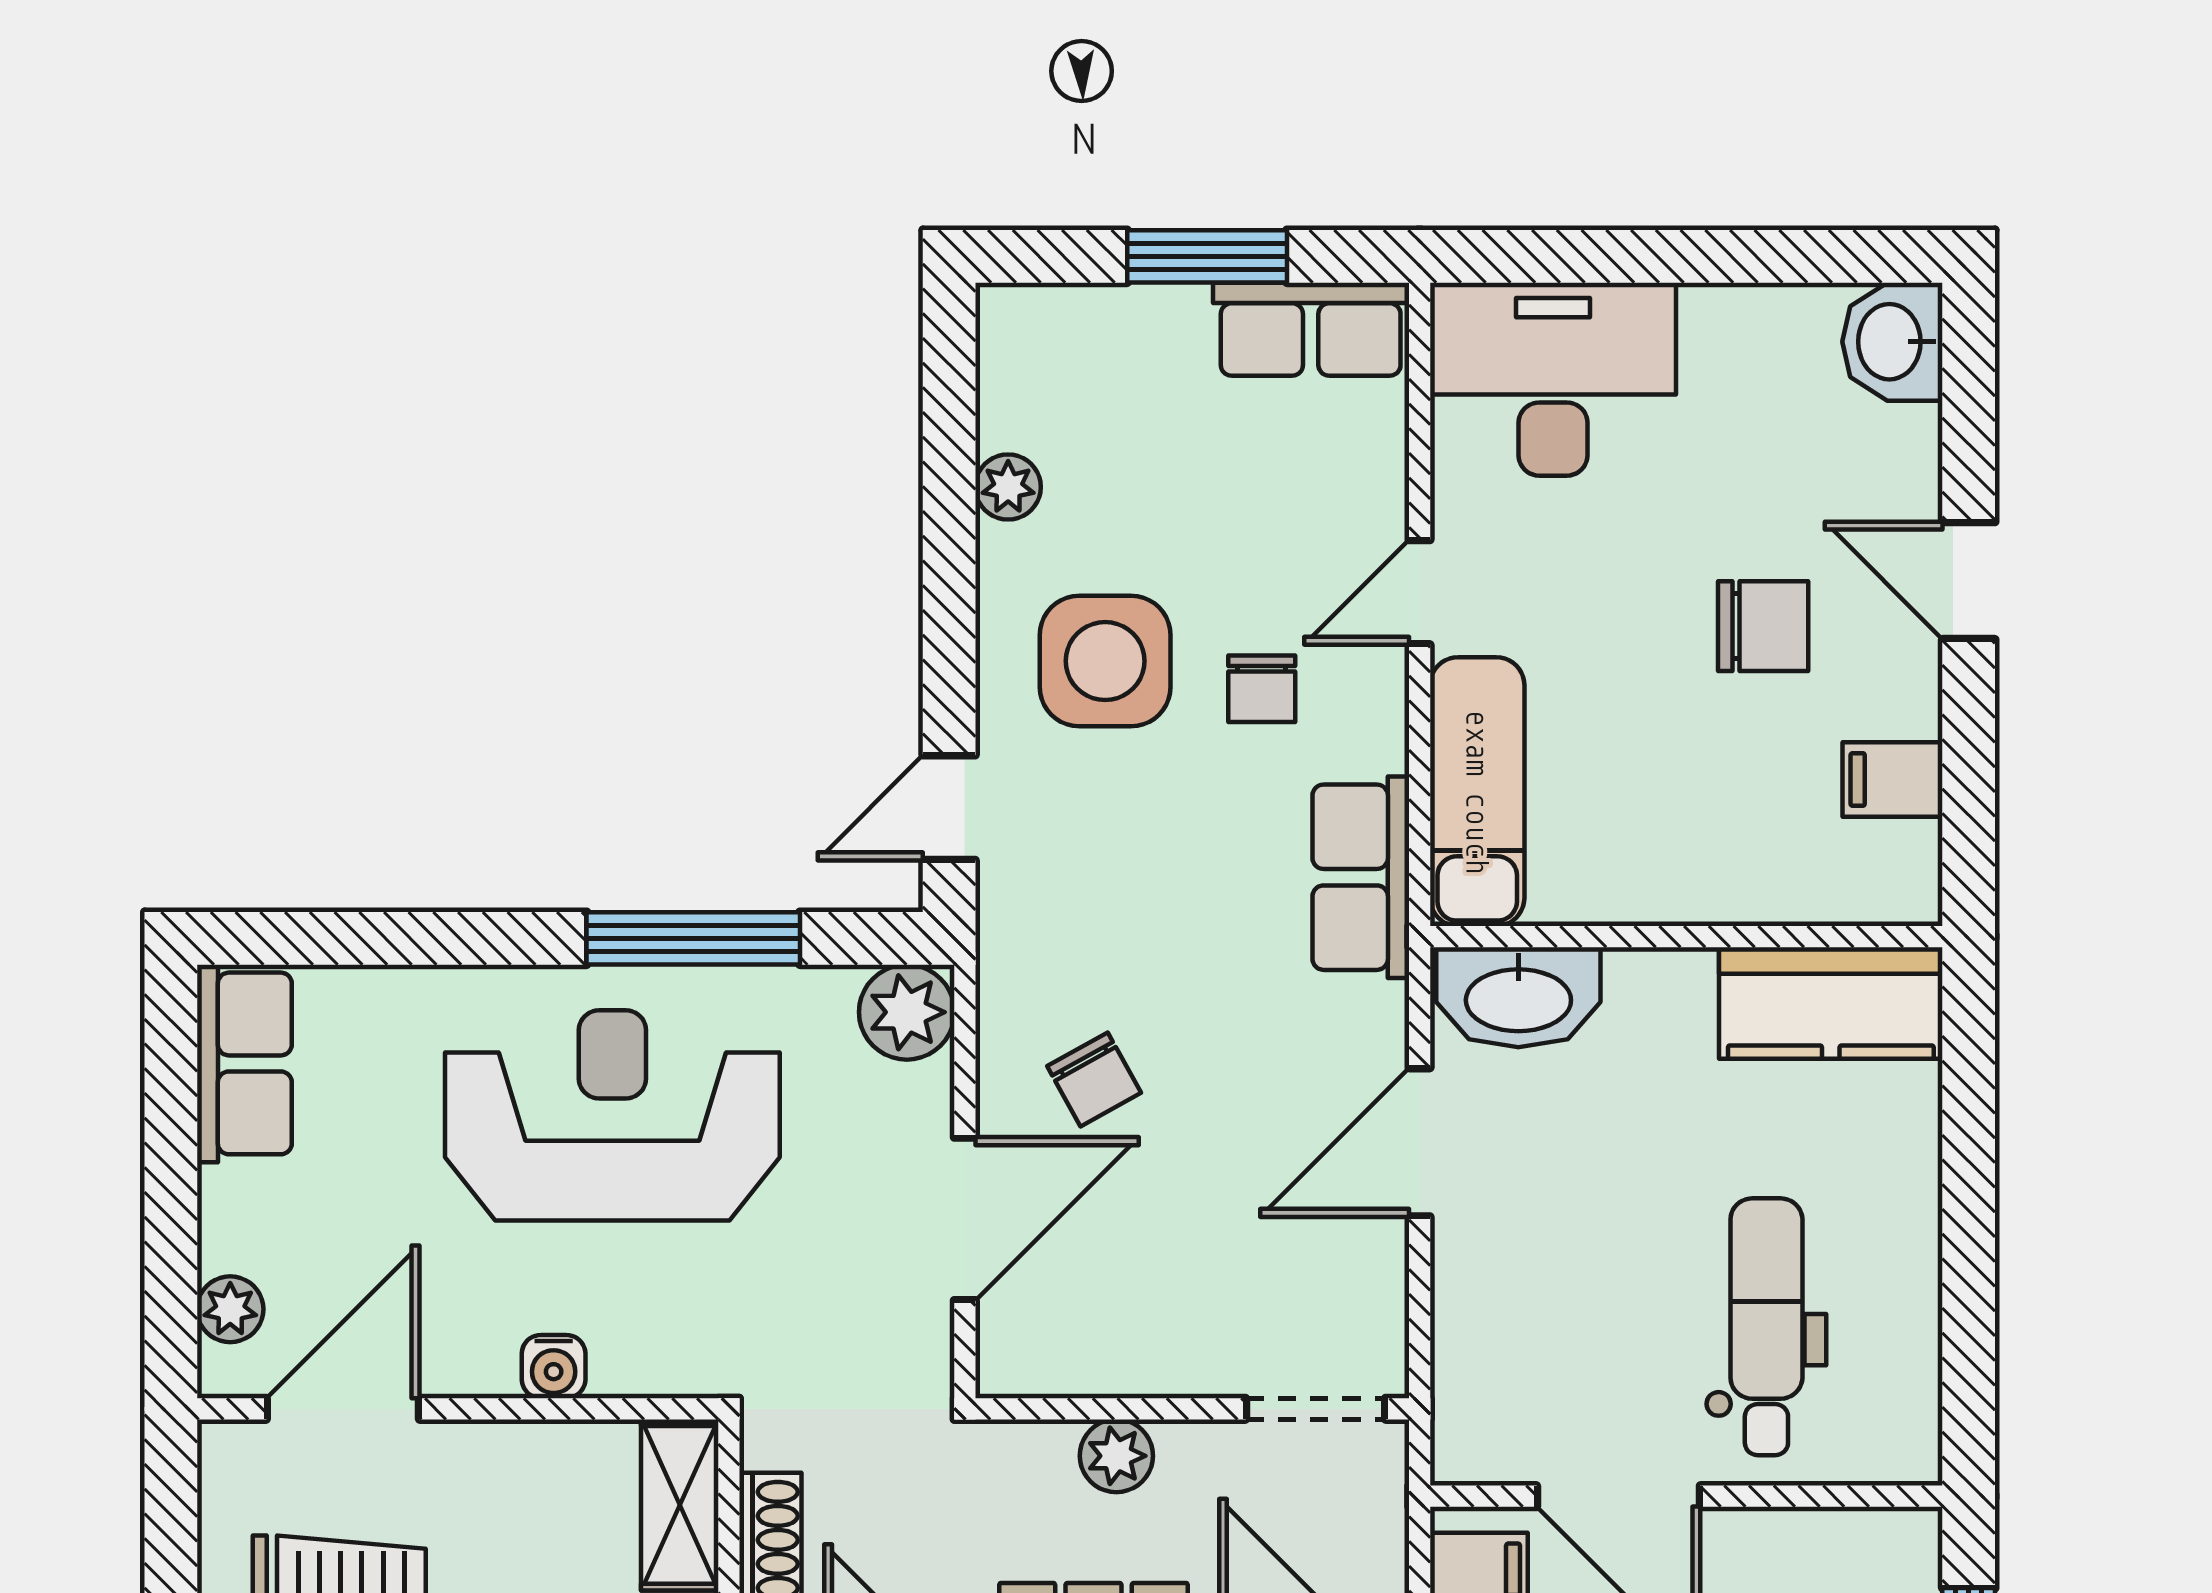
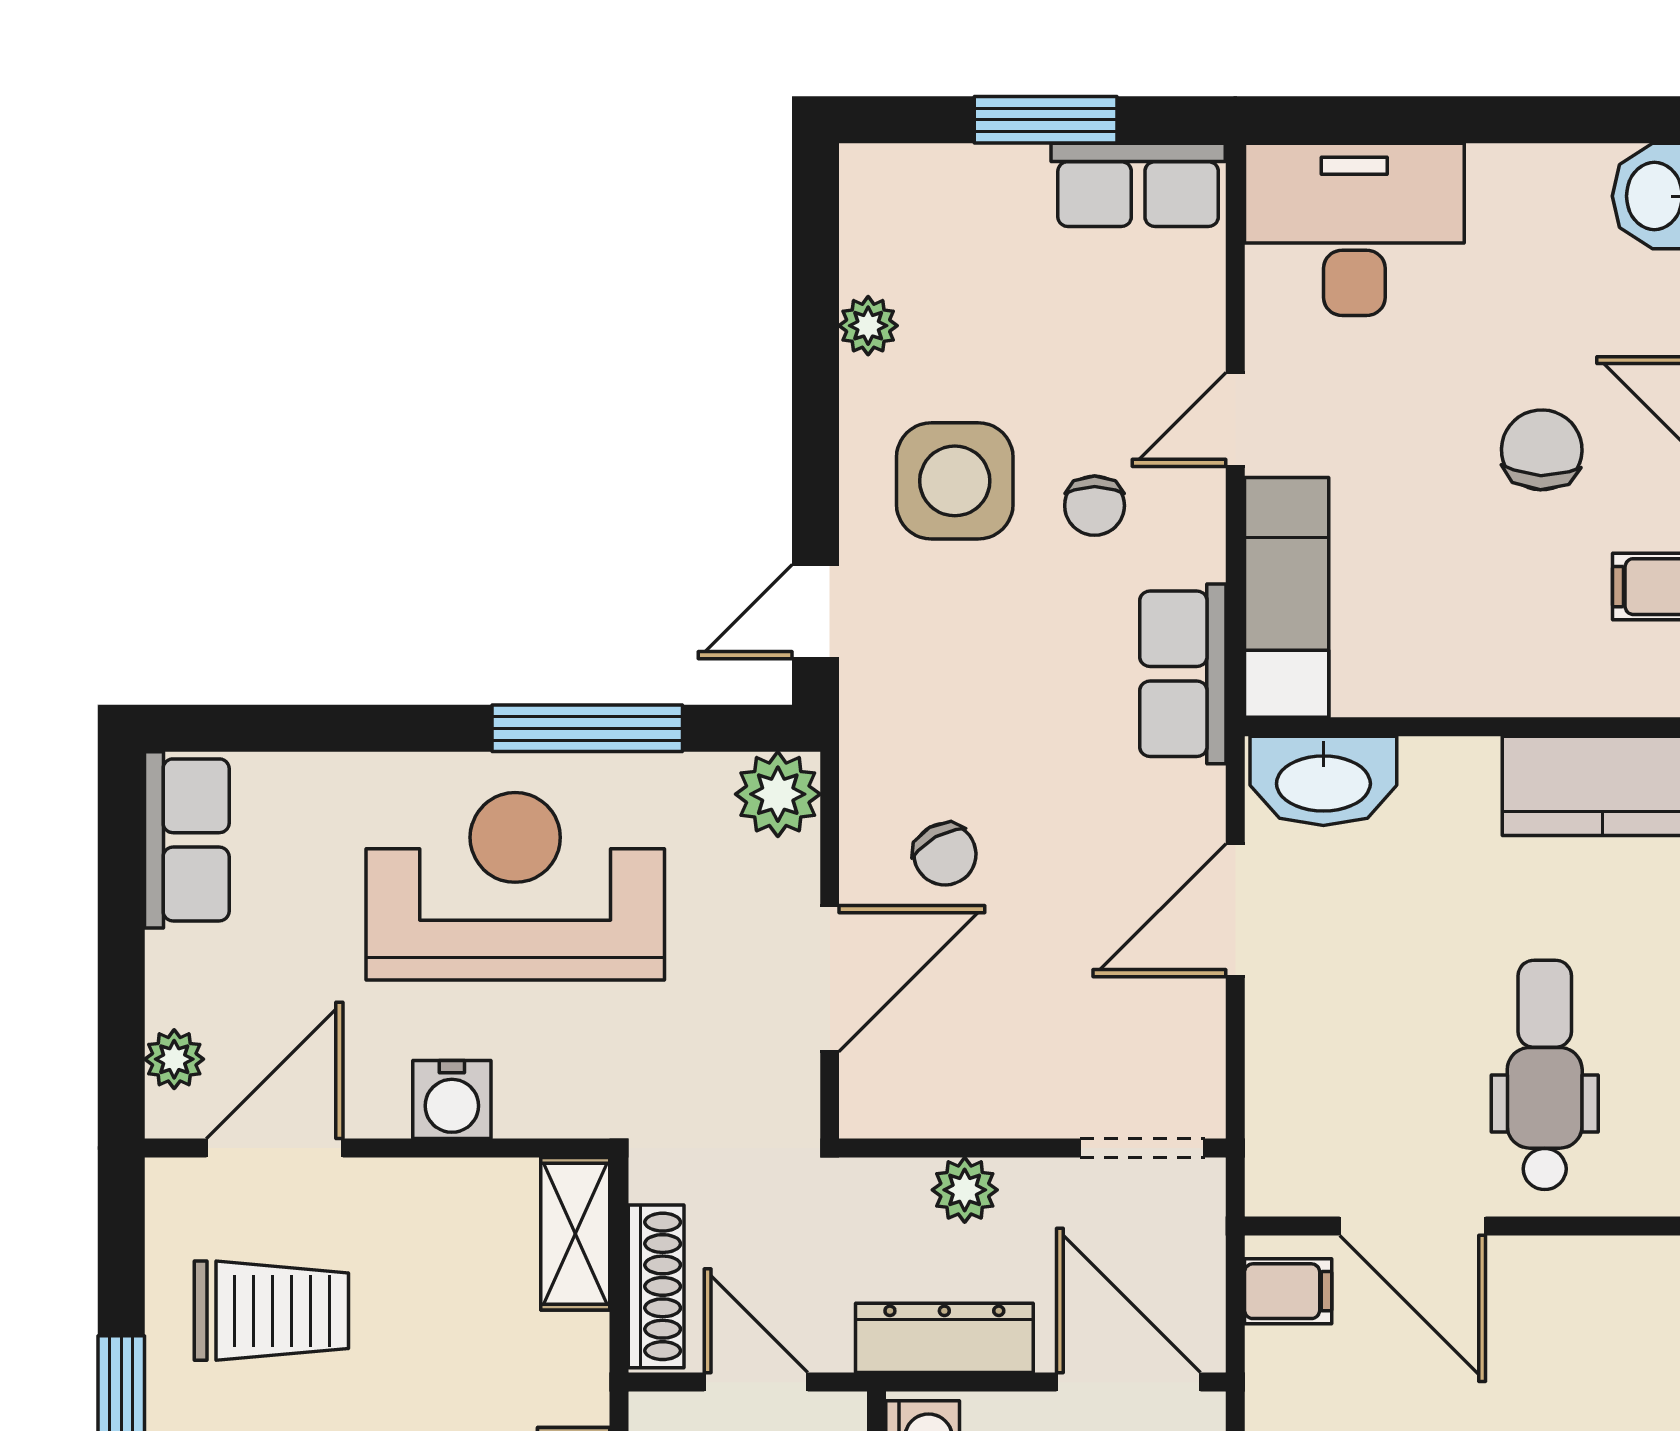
chair: (1763, 626) -> (1542, 450), turned -88
water cooler: (554, 1367) -> (452, 1100), width x1.38, depth x1.38

